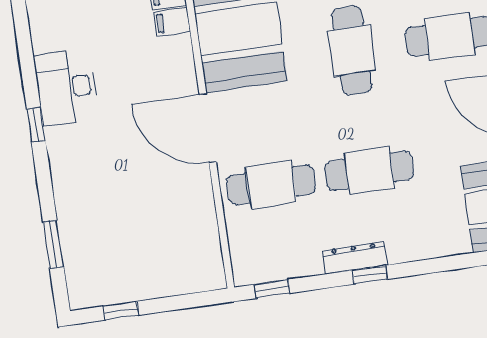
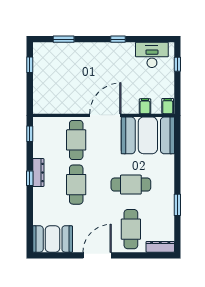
filing cabinet: (172, 22) -> (145, 106), moved
desk: (66, 88) -> (152, 55), moved

